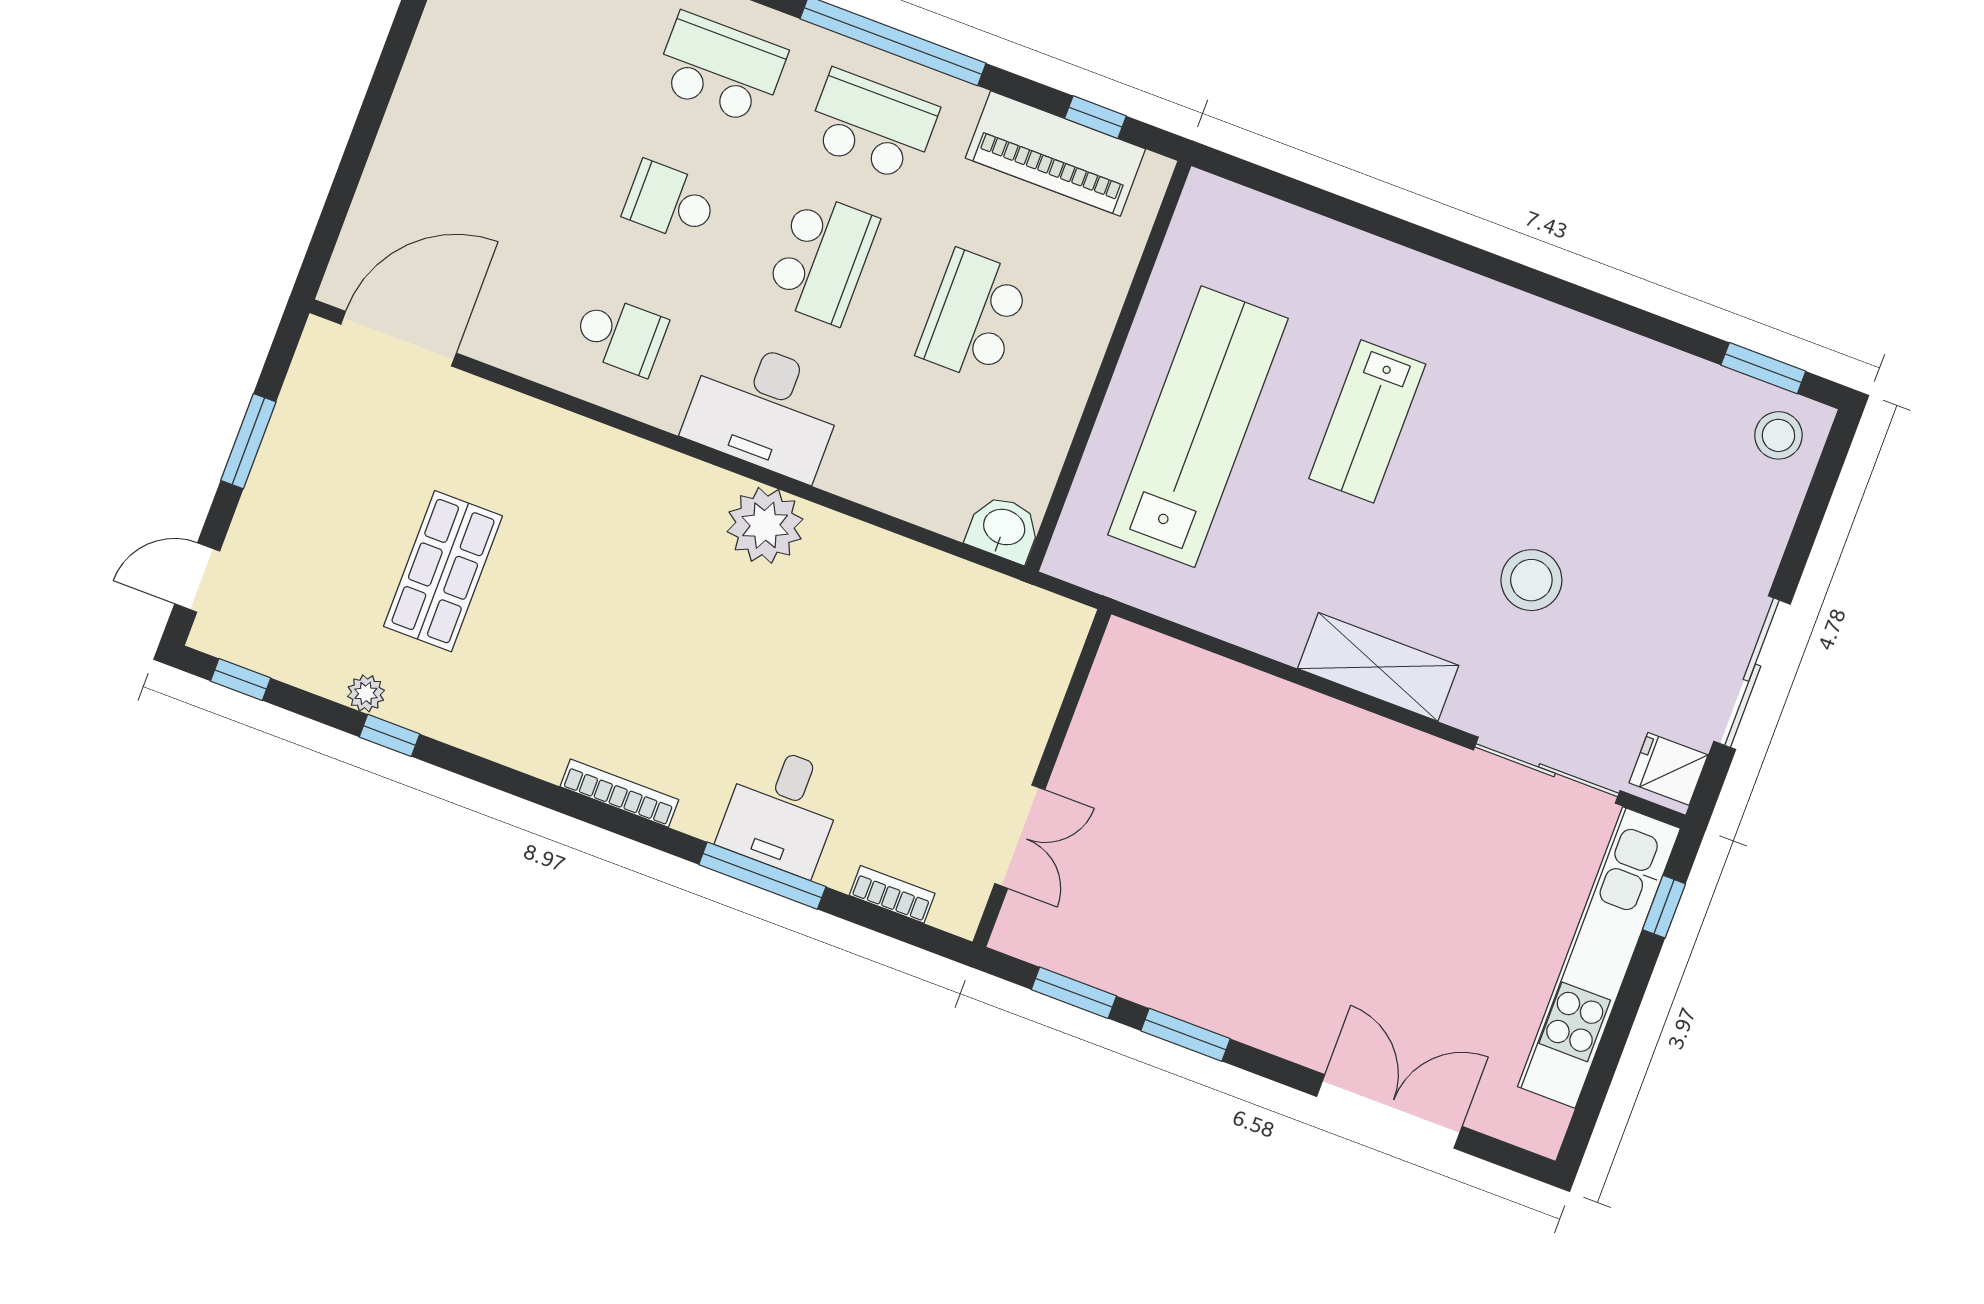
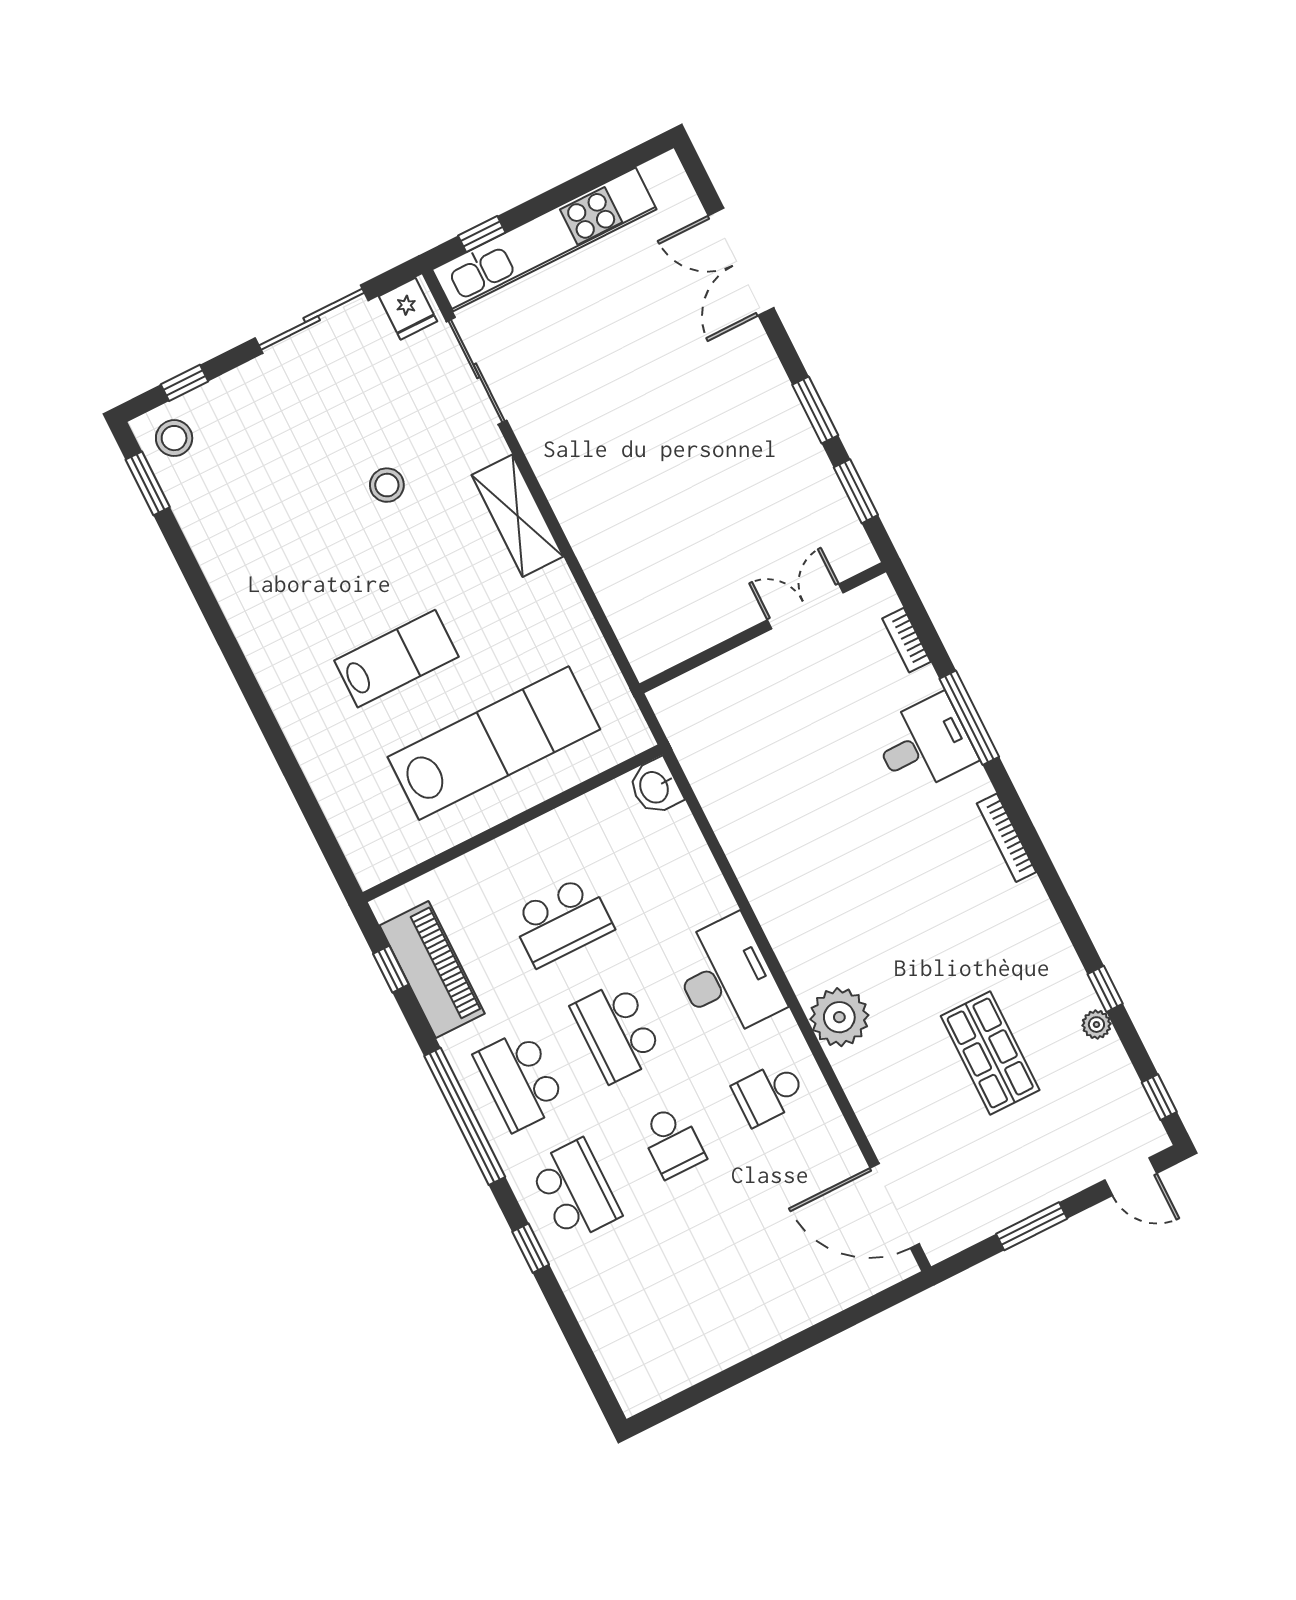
school desk: (720, 68) -> (575, 1190), turned 180
school desk: (822, 259) -> (617, 1032), turned -90
school desk: (620, 335) -> (769, 1093), turned -90
lab bench: (1198, 427) -> (494, 743), turned 180
window: (1818, 498) -> (184, 383), added
plant: (765, 525) -> (839, 1017), moved
shop shelf: (443, 571) -> (990, 1053), turned 90
stool: (1531, 580) -> (387, 485), width x0.73, depth x0.73

